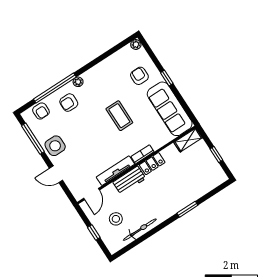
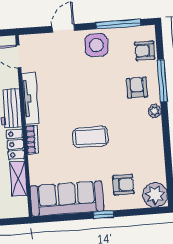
plant: (136, 45) -> (155, 195), width x1.87, depth x1.87
window: (55, 88) -> (162, 81), width x0.68
shelving: (188, 140) -> (18, 179), moved

